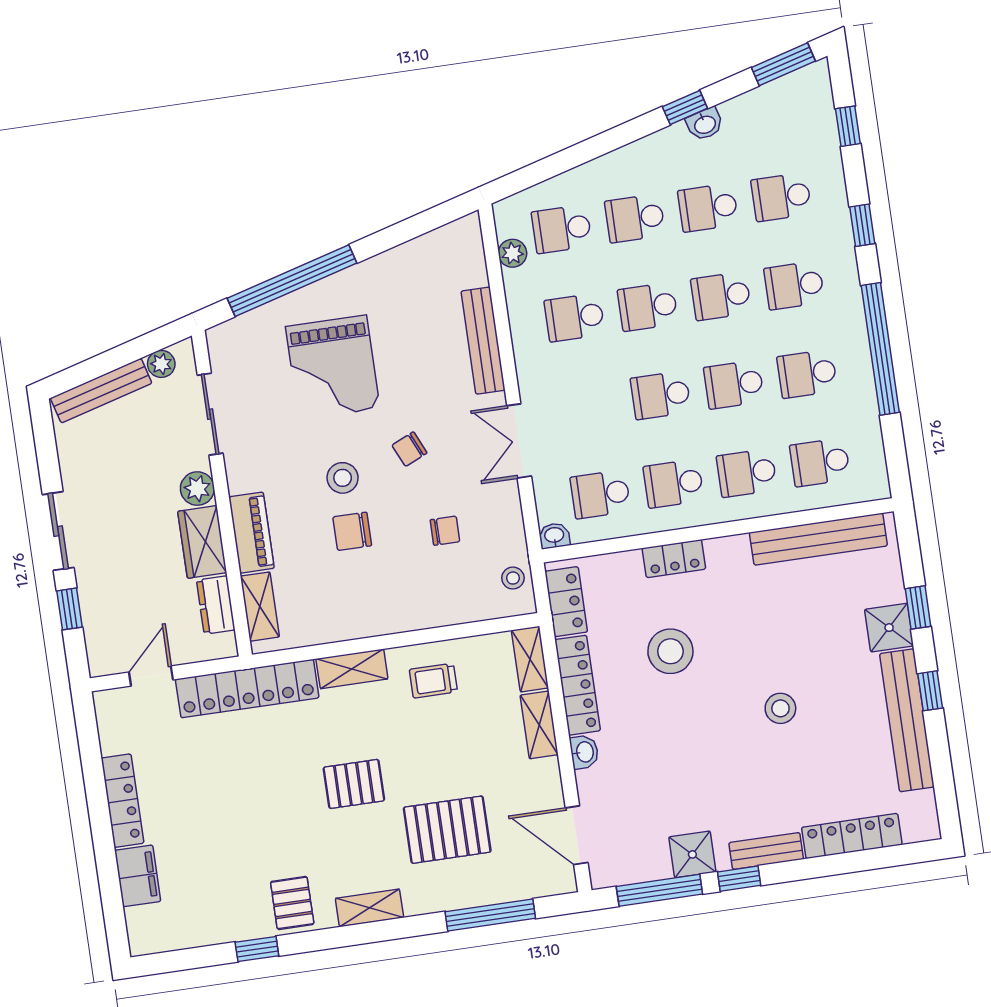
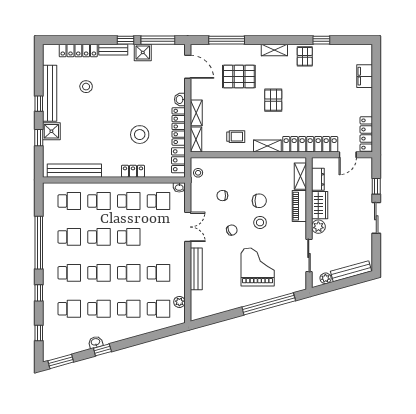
stool: (780, 708) -> (86, 87), moved
pallet: (354, 784) -> (273, 100), turned 90
locker: (123, 801) -> (366, 134), moved

